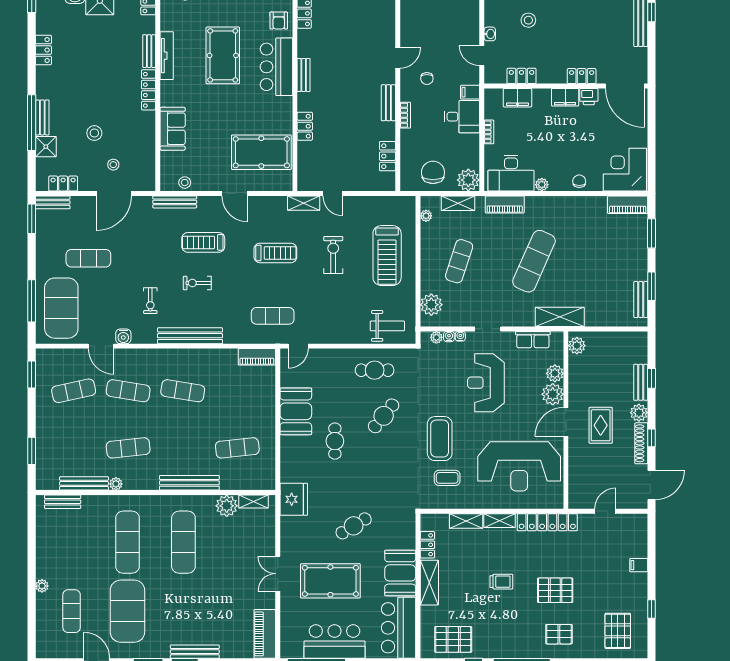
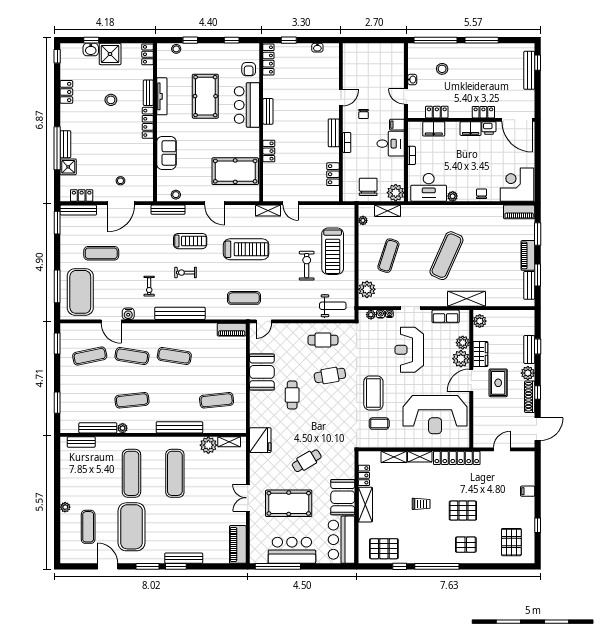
stool: (94, 133) -> (111, 100), moved
bench: (53, 202) -> (78, 210), width x1.36
piano: (505, 204) -> (528, 255), moved, turned 90
treadmill: (203, 242) -> (190, 241), turned 180
treadmill: (275, 253) -> (246, 249), width x1.37, depth x1.38
exercise bike: (333, 255) -> (307, 266), moved
wardrobe: (578, 388) -> (480, 354), added
cafe table: (384, 416) -> (330, 375), turned 41

